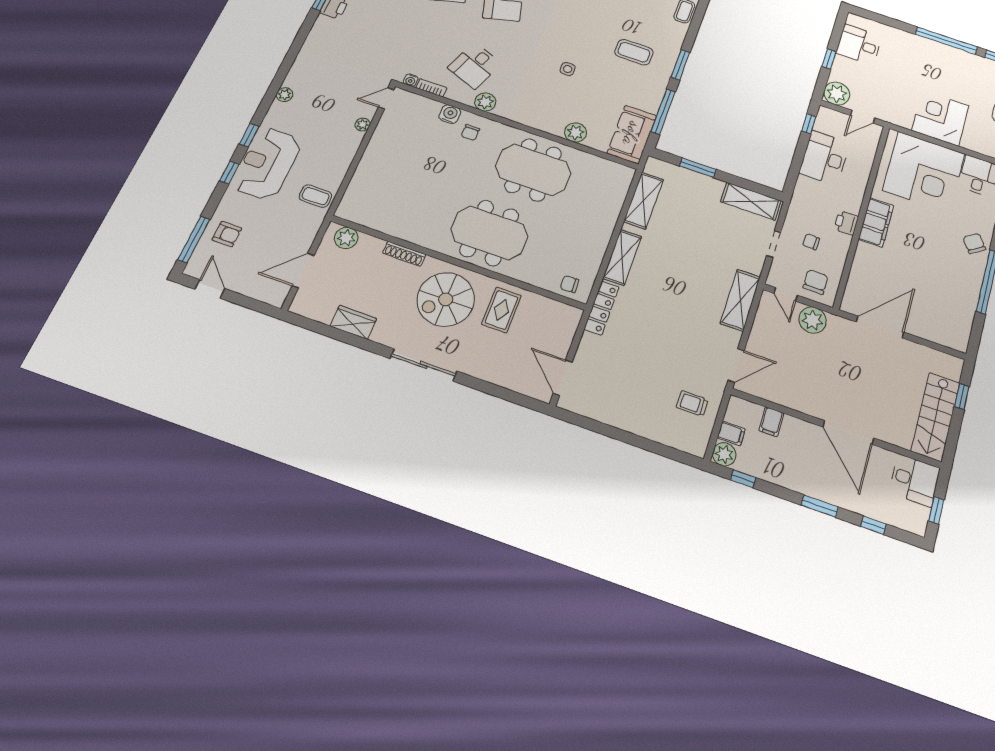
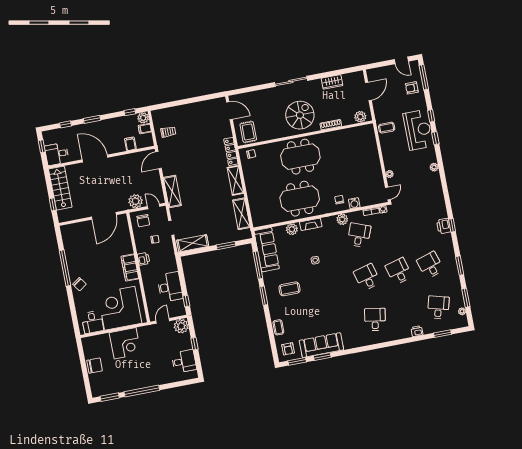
fireplace: (540, 123) -> (311, 224), added
sofa: (632, 134) -> (267, 250), width x1.36
rug: (501, 310) -> (248, 132), moved

